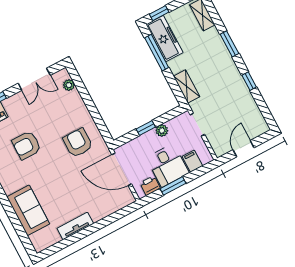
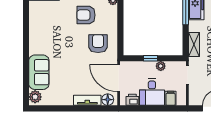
armchair: (26, 145) -> (86, 15), moved
window: (173, 186) -> (148, 108), removed
floor lamp: (122, 200) -> (108, 100), added
tv unit: (75, 226) -> (87, 100), moved
plant: (39, 240) -> (35, 97), added

